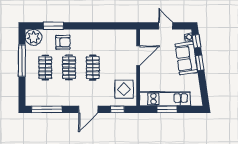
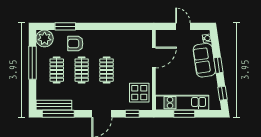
window: (197, 41) -> (222, 93), moved
armchair: (63, 42) -> (75, 44), turned 180
bench: (42, 101) -> (54, 105), added

